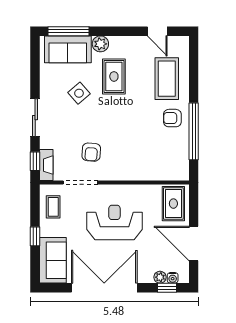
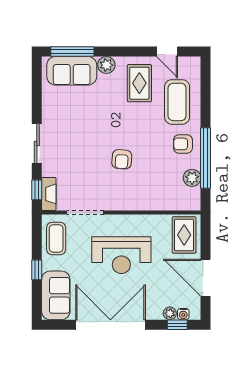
rug: (114, 76) -> (139, 83), moved
side table: (79, 93) -> (84, 117), removed
plant: (181, 150) -> (192, 178), added
armchair: (91, 152) -> (122, 159), moved
coffee table: (53, 207) -> (56, 238), width x1.36, depth x1.30
reception desk: (114, 222) -> (121, 255), turned 180

